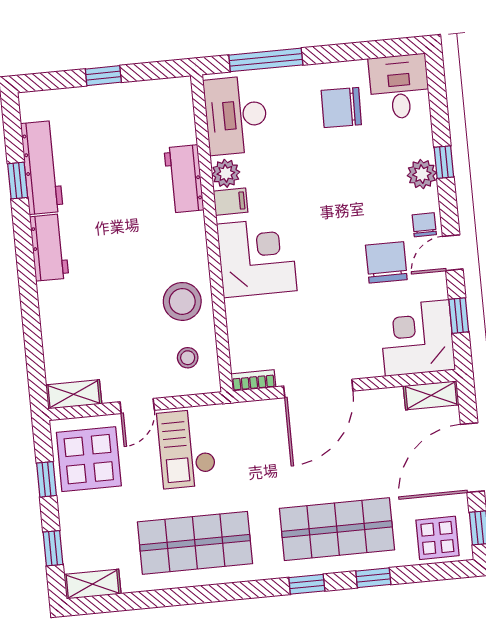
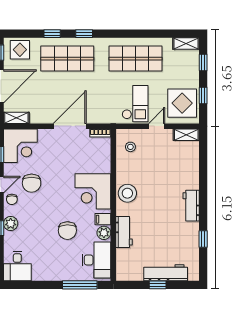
chair: (341, 107) -> (67, 231), moved, turned 88
workbench: (42, 167) -> (166, 273), moved, turned 90
stool: (182, 301) -> (127, 193), moved

